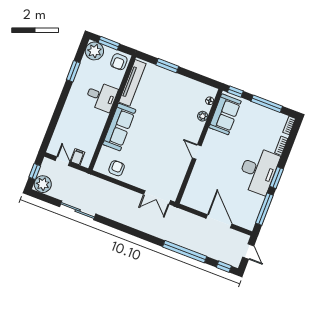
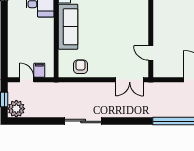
door: (197, 152) -> (151, 53), moved
sliding door: (78, 210) -> (83, 121), moved

